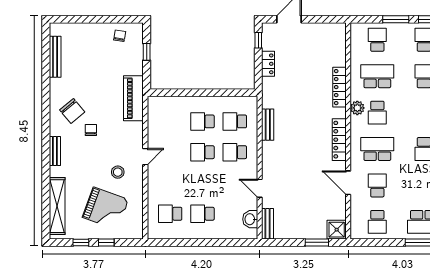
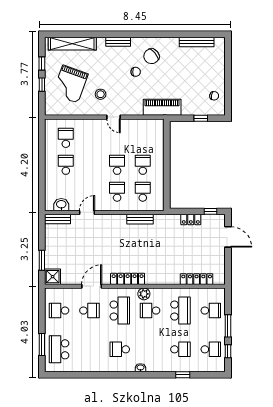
locker: (339, 87) -> (197, 279), moved
plant: (357, 108) -> (144, 294), moved

